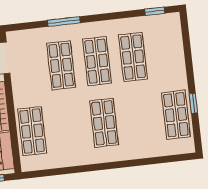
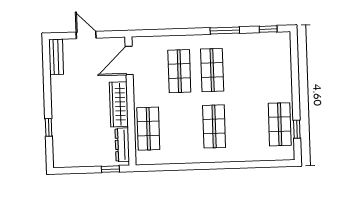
window: (64, 22) -> (225, 30), moved
shop shelf: (133, 57) -> (245, 69), removed
window: (193, 103) -> (297, 129), moved

